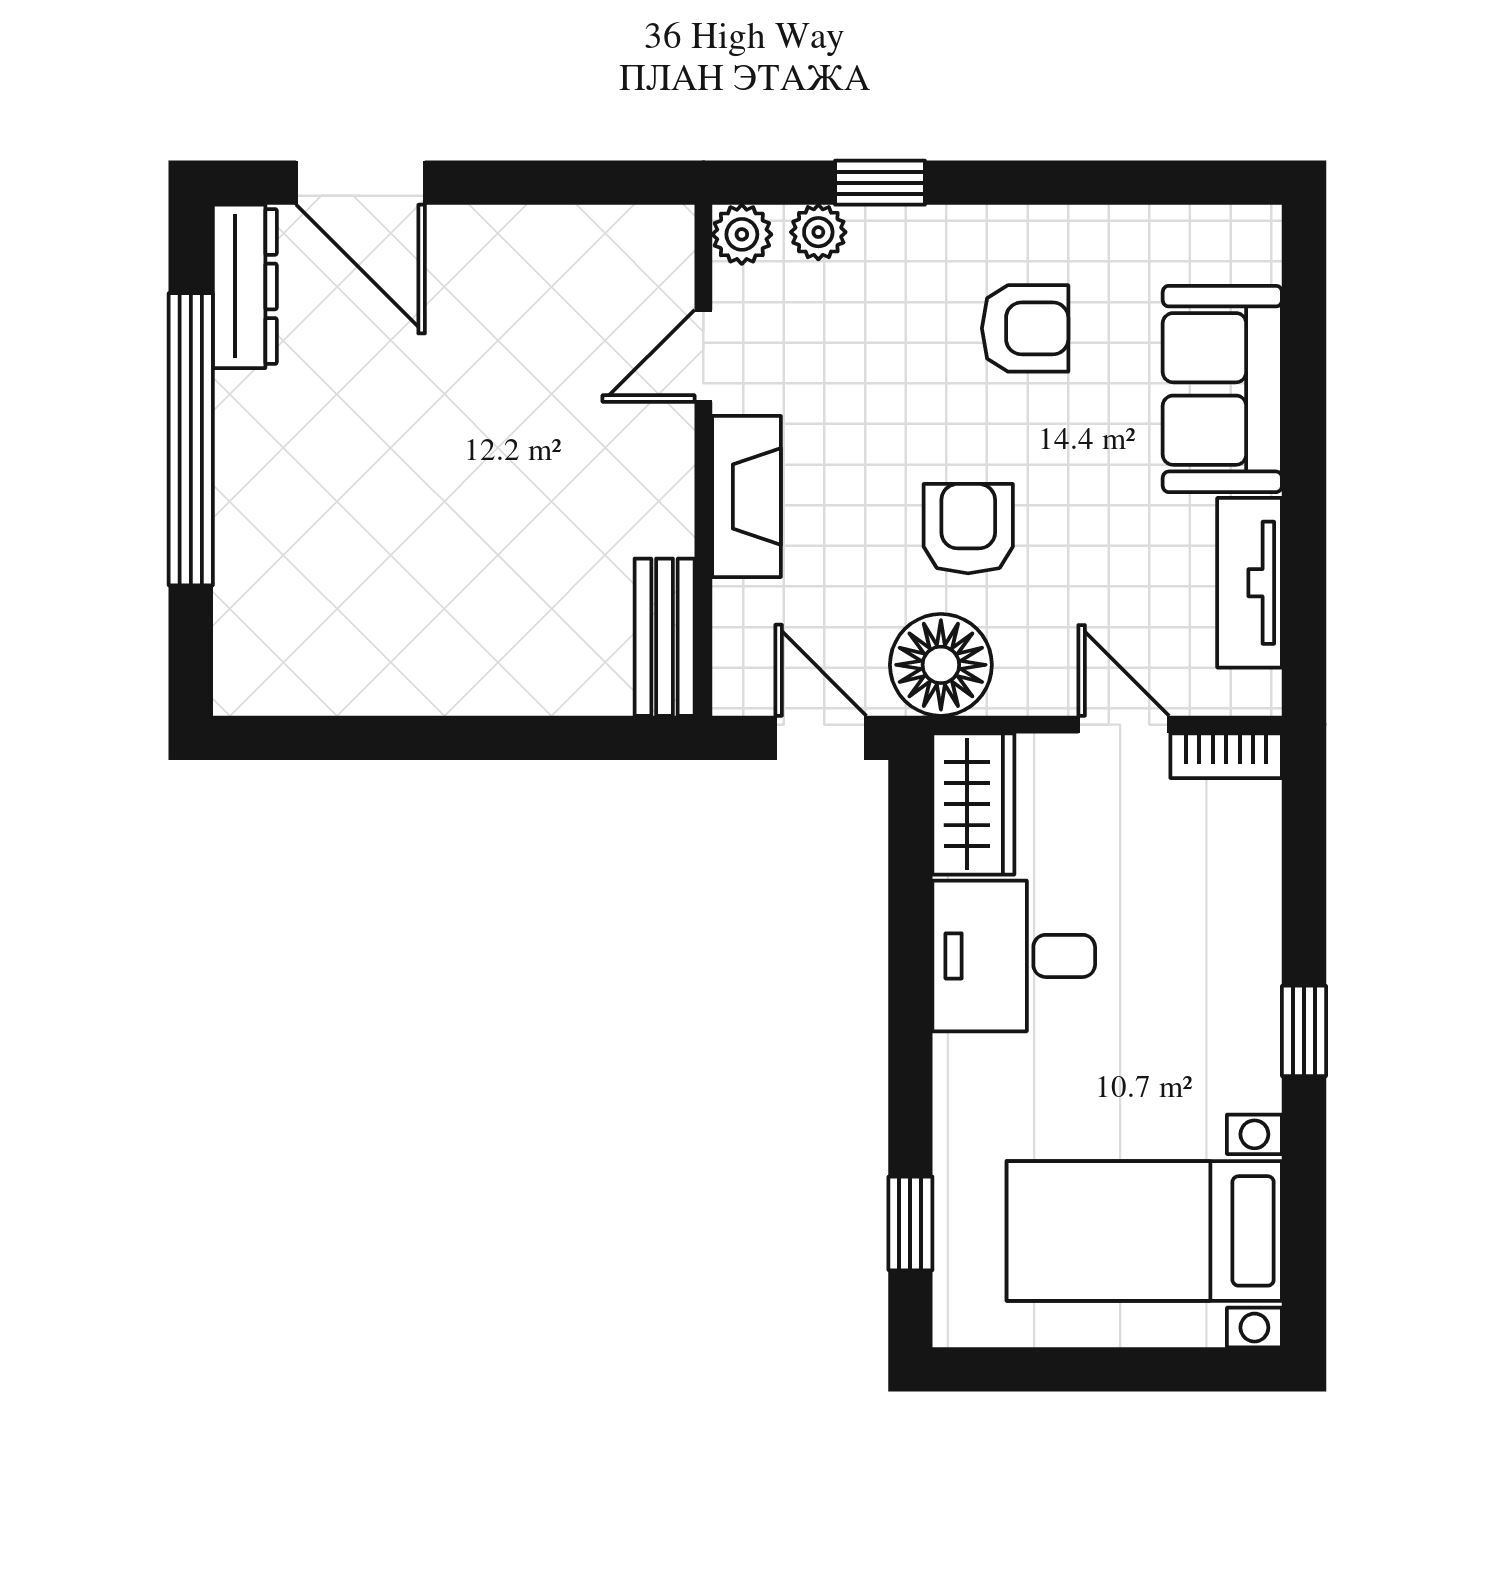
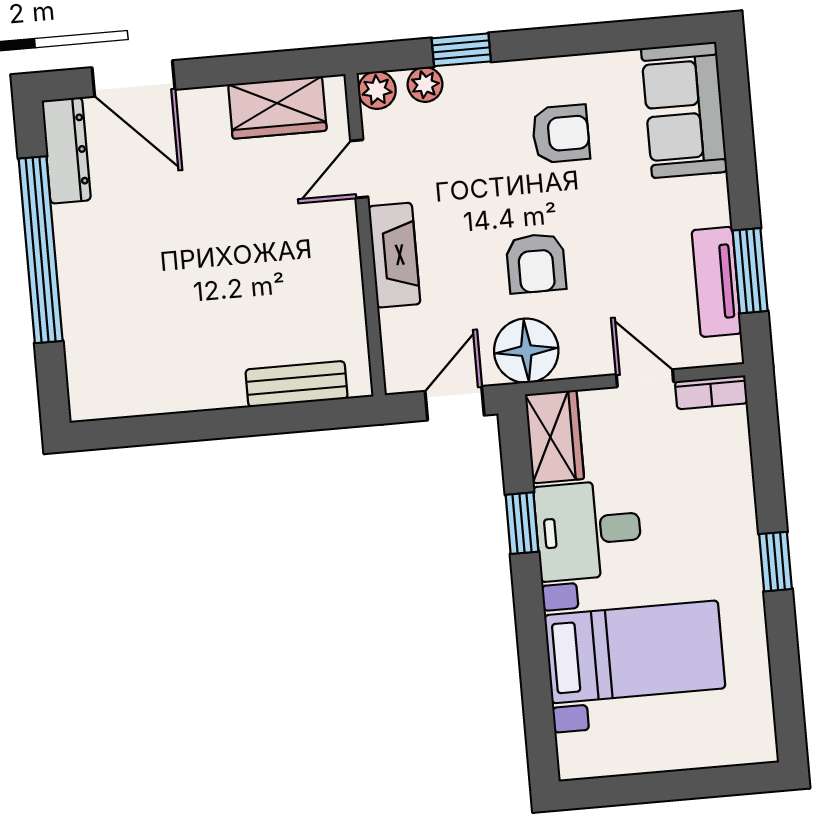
wardrobe: (583, 248) -> (277, 107), added
sofa: (1222, 389) -> (684, 110), moved
armchair: (968, 529) -> (536, 263), turned 180
window: (1304, 570) -> (750, 271), added
bench: (665, 637) -> (297, 384), moved, turned 90
door: (821, 738) -> (455, 403), hinge flipped
window: (910, 1223) -> (522, 523), moved
bed with nightstands: (1144, 1231) -> (635, 652), moved, turned 180

